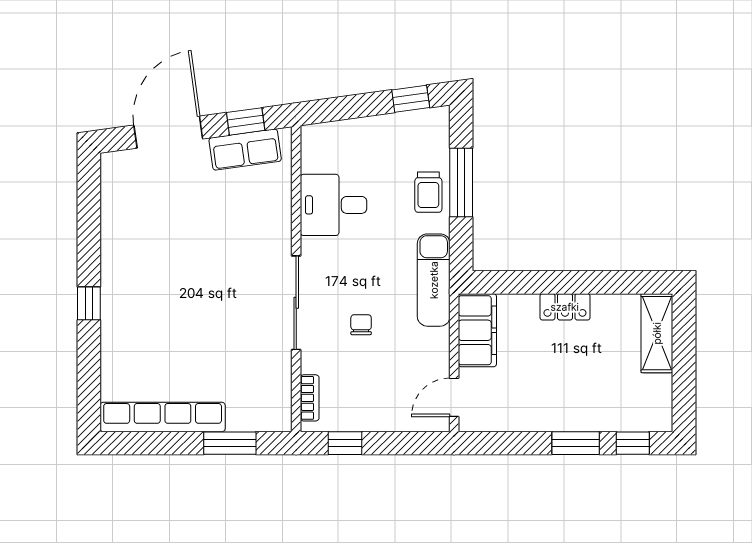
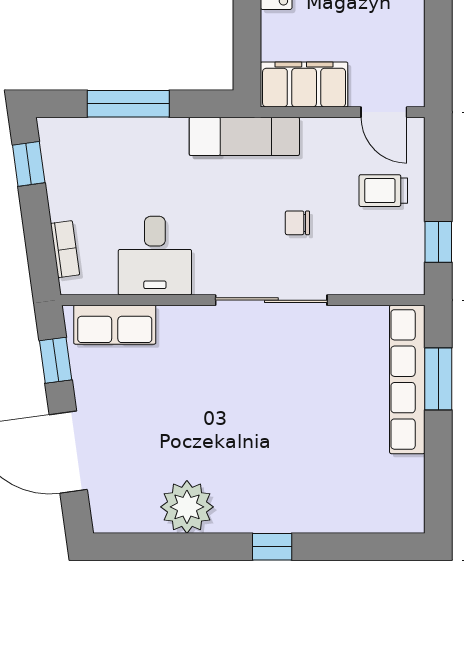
row of seats: (245, 150) -> (115, 325), moved, turned 98
trolley: (428, 192) -> (383, 191), moved, turned 180
plant: (122, 232) -> (187, 507), added
bookcase: (310, 398) -> (65, 249), moved, turned 82
row of seats: (163, 417) -> (407, 379), moved

